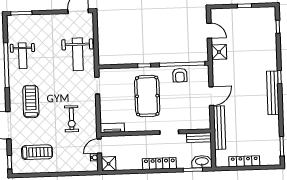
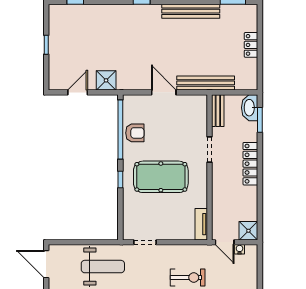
bench: (273, 93) -> (191, 11), moved
locker: (244, 161) -> (251, 45), width x0.66

